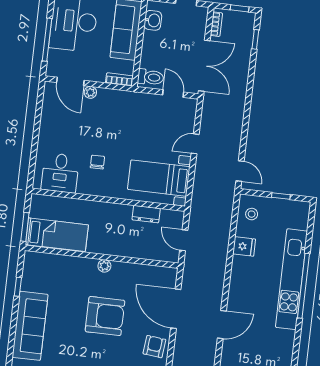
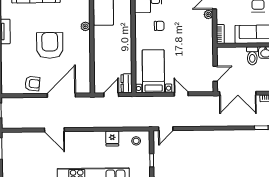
toilet: (151, 77) -> (252, 56), moved
dresser: (146, 214) -> (127, 83), moved
plant: (104, 266) -> (85, 26), moved
armchair: (105, 316) -> (50, 45), turned 180

